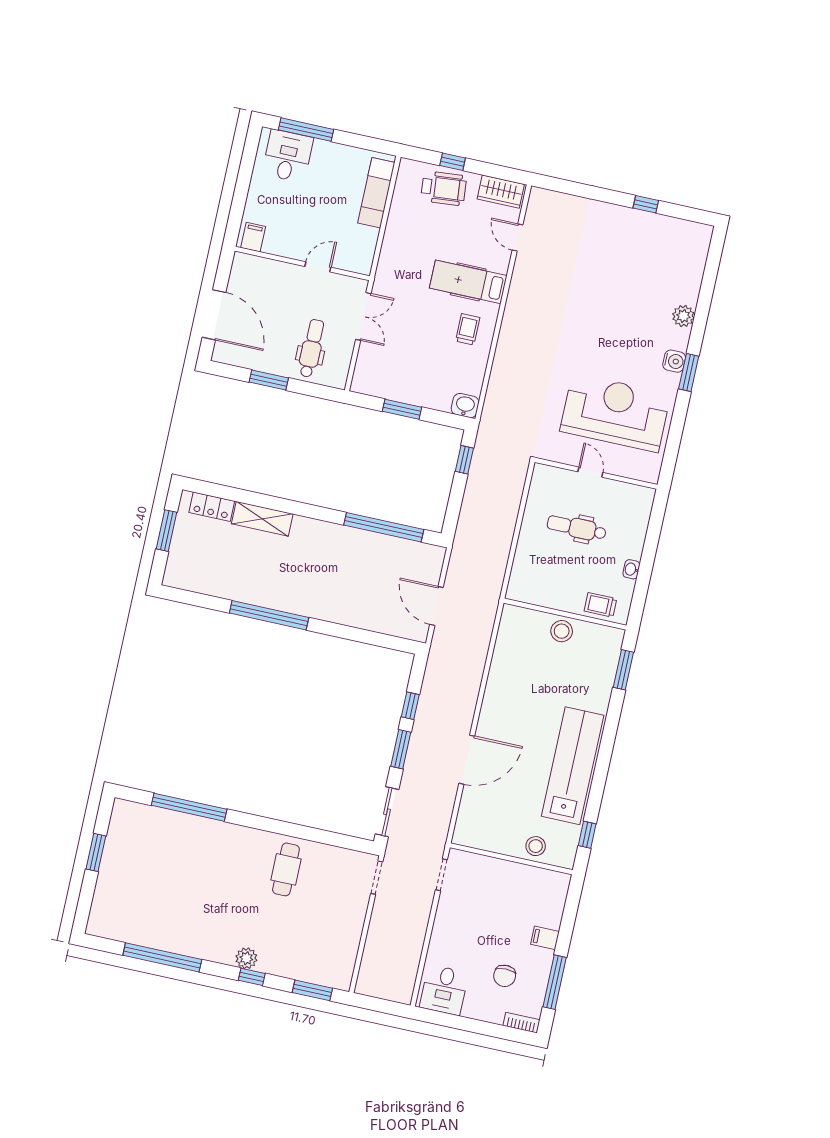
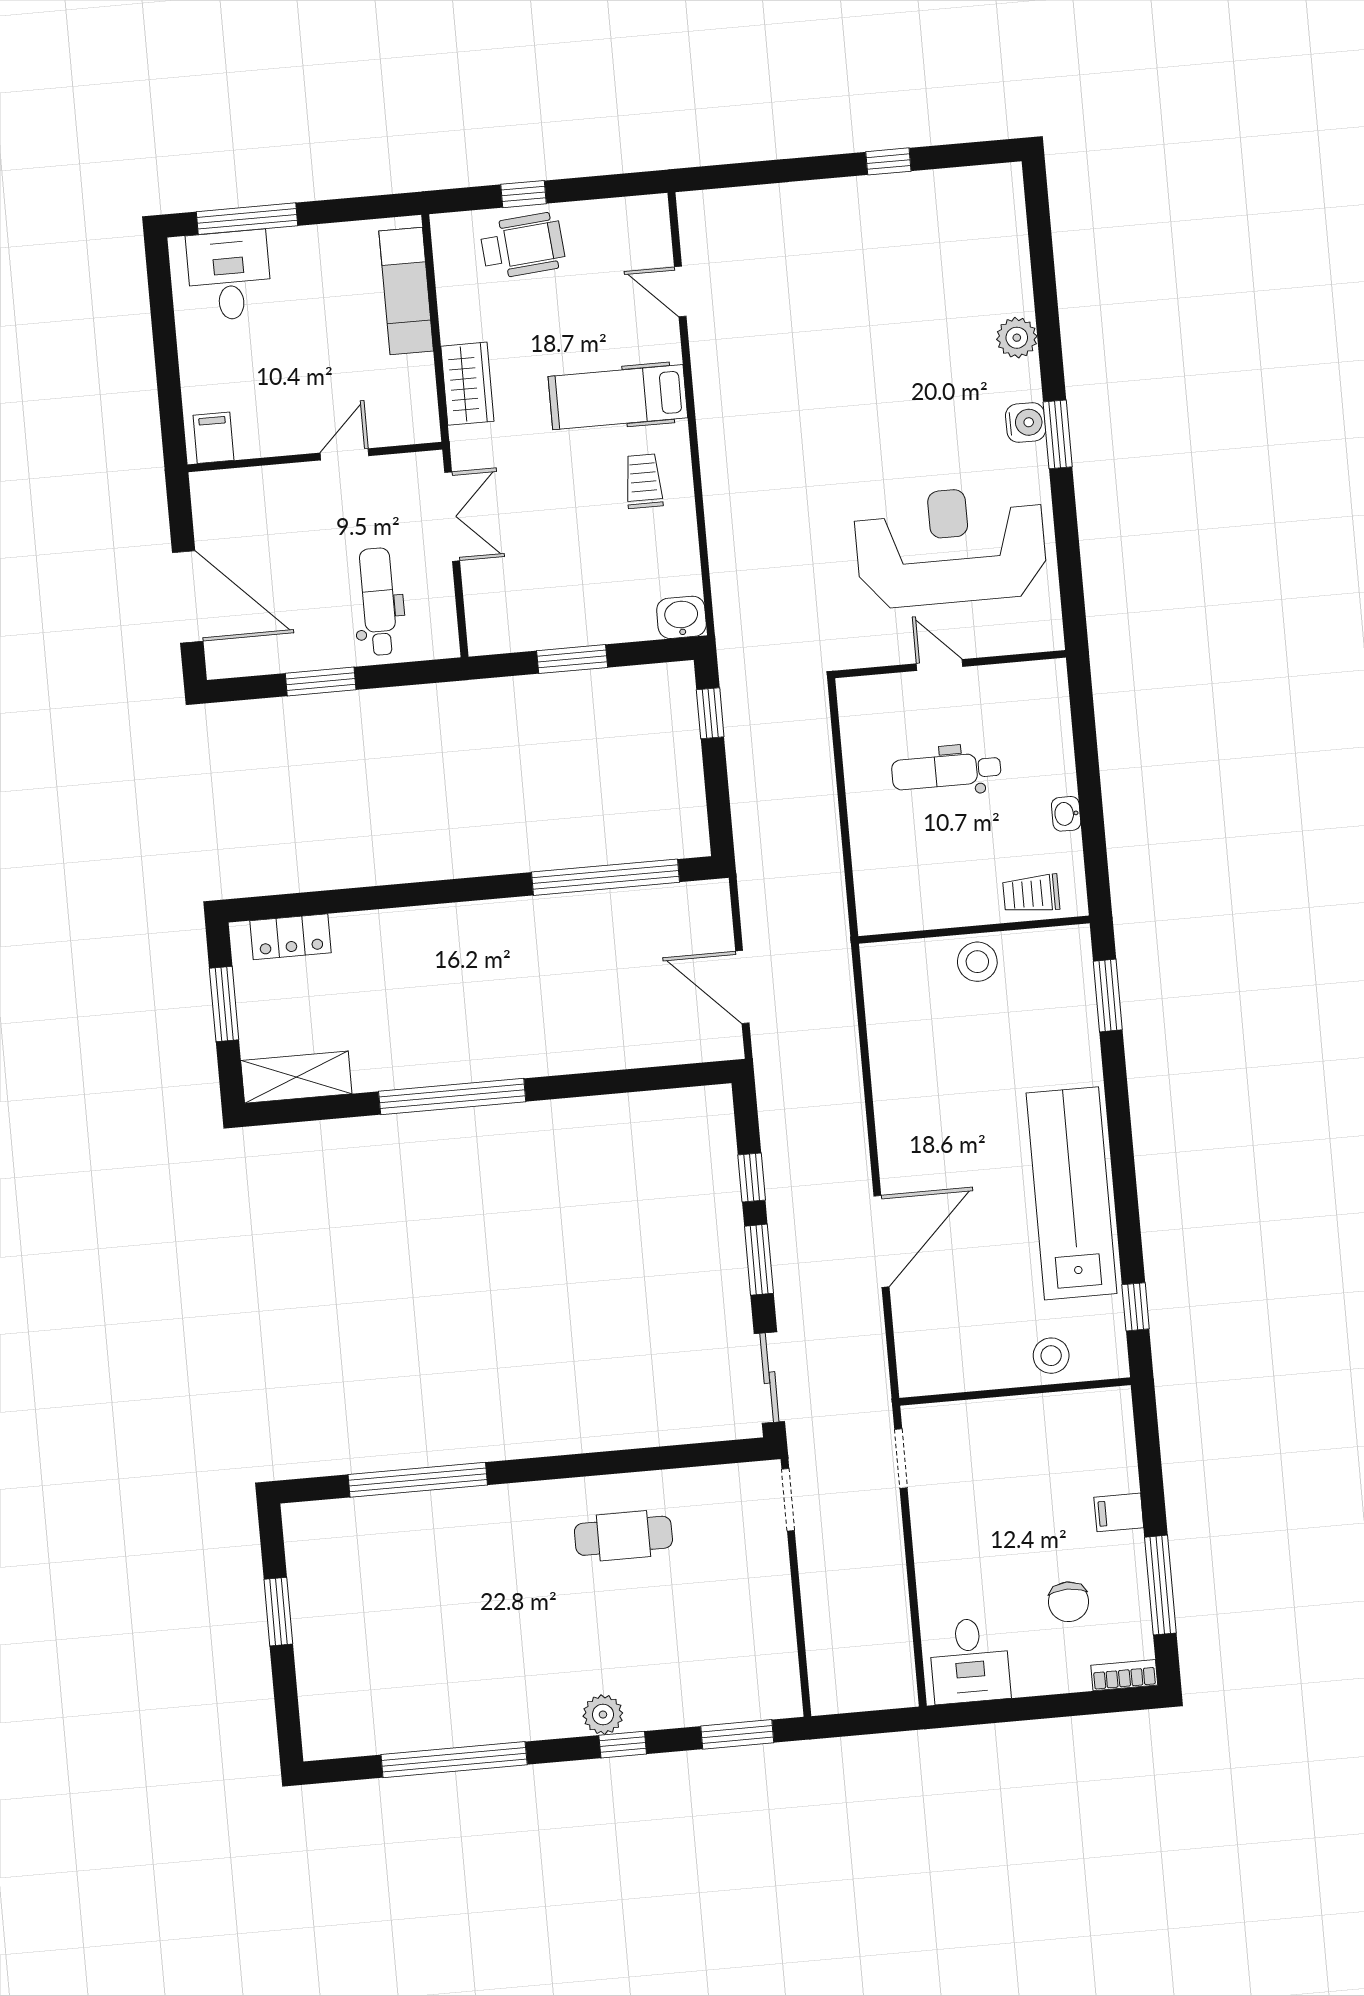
wardrobe: (501, 192) -> (467, 384), moved, turned -90
shelving: (262, 519) -> (296, 1077), moved
cafe table: (286, 869) -> (623, 1536), turned 90

